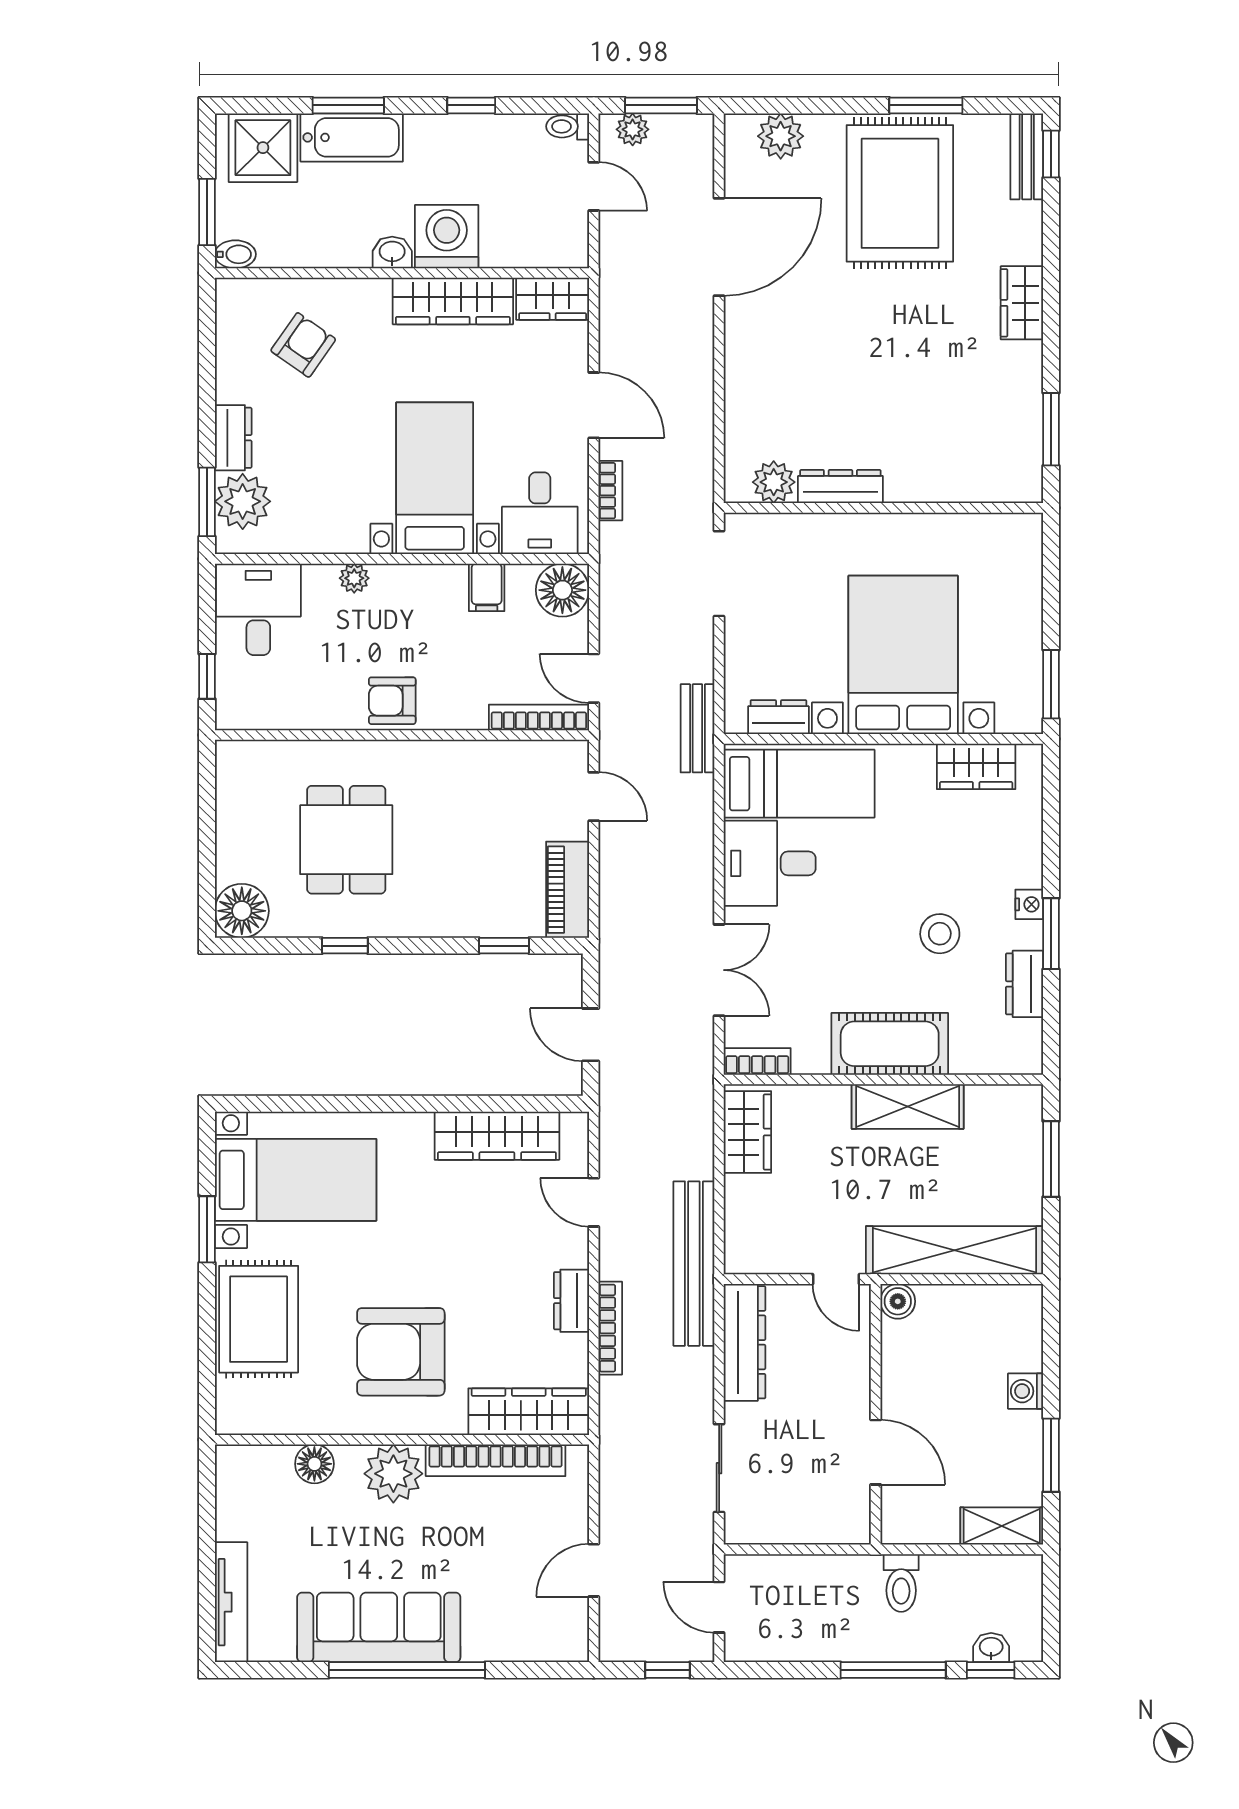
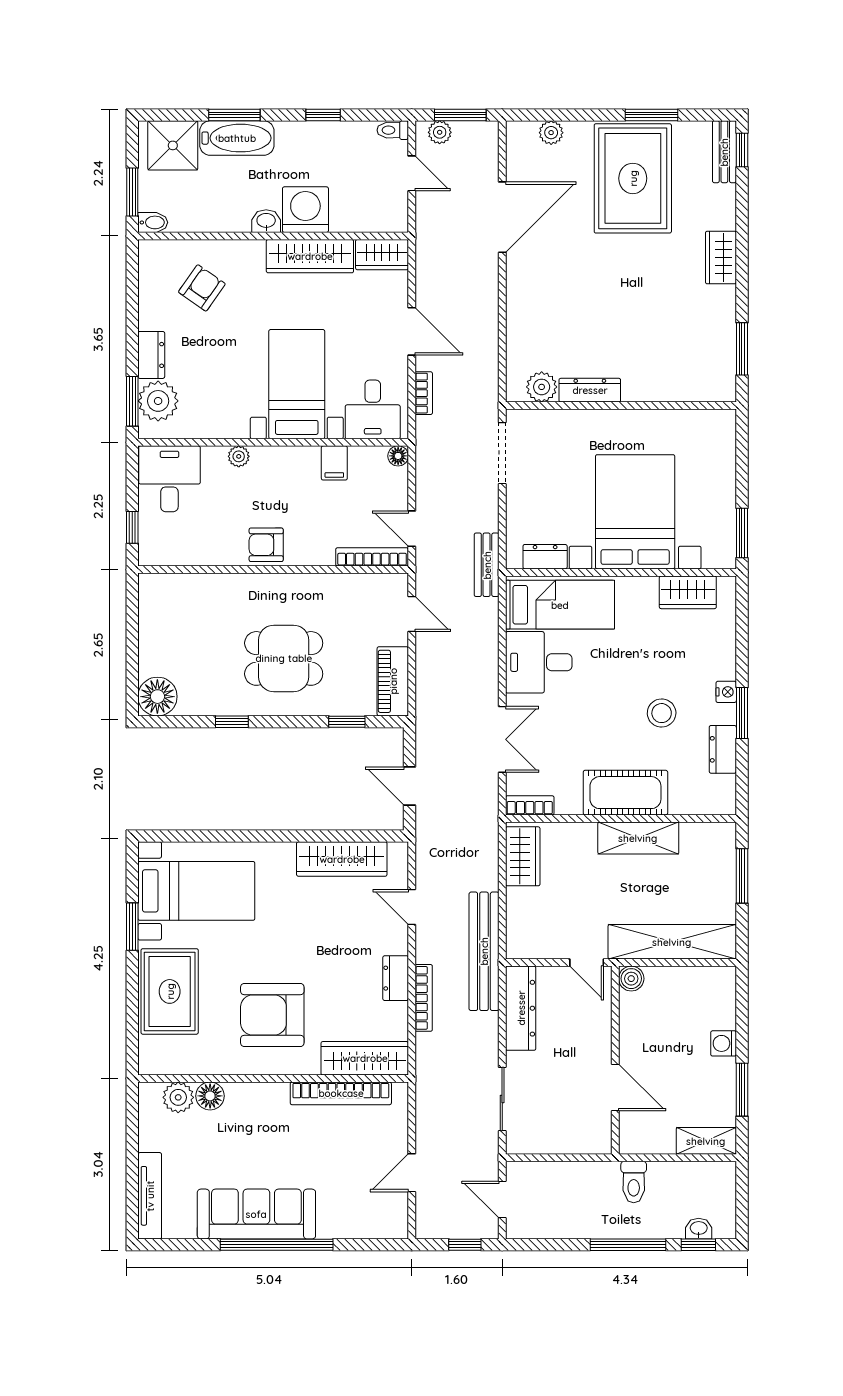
plant: (781, 136) -> (551, 133), width x0.73, depth x0.73
floor lamp: (562, 590) -> (398, 456), width x0.53, depth x0.53
dining table: (346, 840) -> (284, 658), moved, turned 90
plant: (393, 1474) -> (178, 1097), moved, width x0.73, depth x0.73

